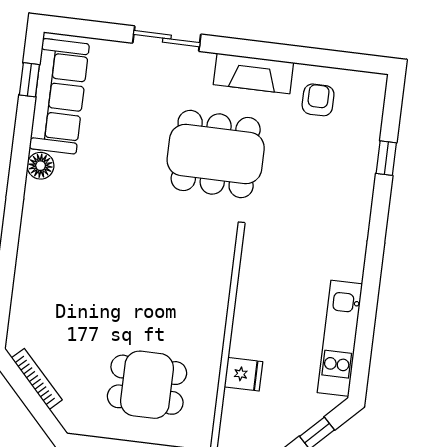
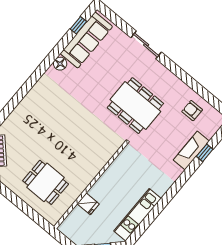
fireplace: (253, 73) -> (191, 151), moved, turned 90
armchair: (318, 100) -> (192, 111), turned -90

